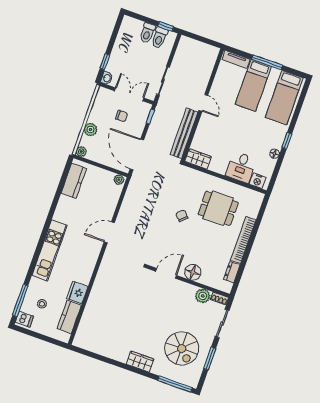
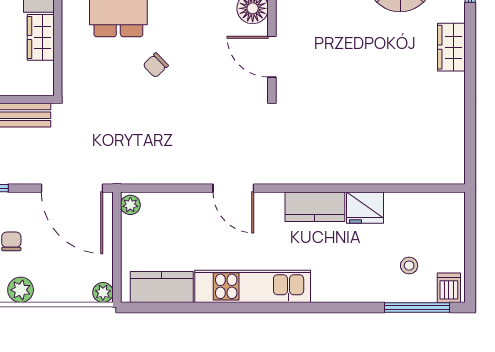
plant: (90, 130) -> (21, 290), moved
door: (137, 154) -> (72, 188), hinge flipped
wardrobe: (198, 159) -> (41, 37), moved
kitchen unit: (50, 250) -> (253, 286), moved
kitchen counter: (69, 317) -> (315, 207), moved

